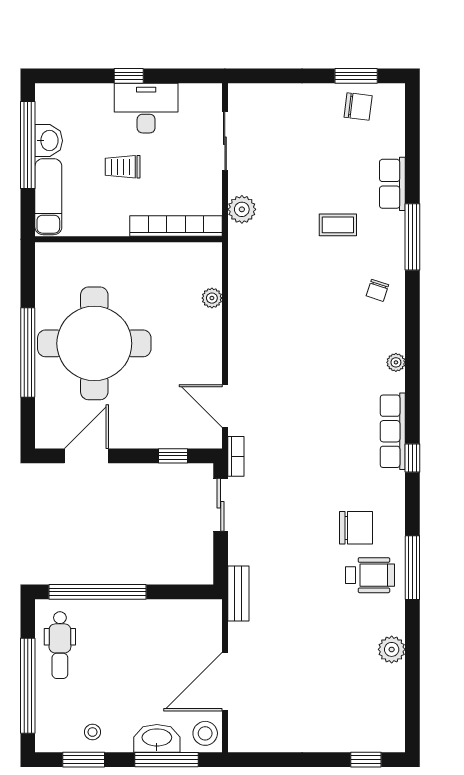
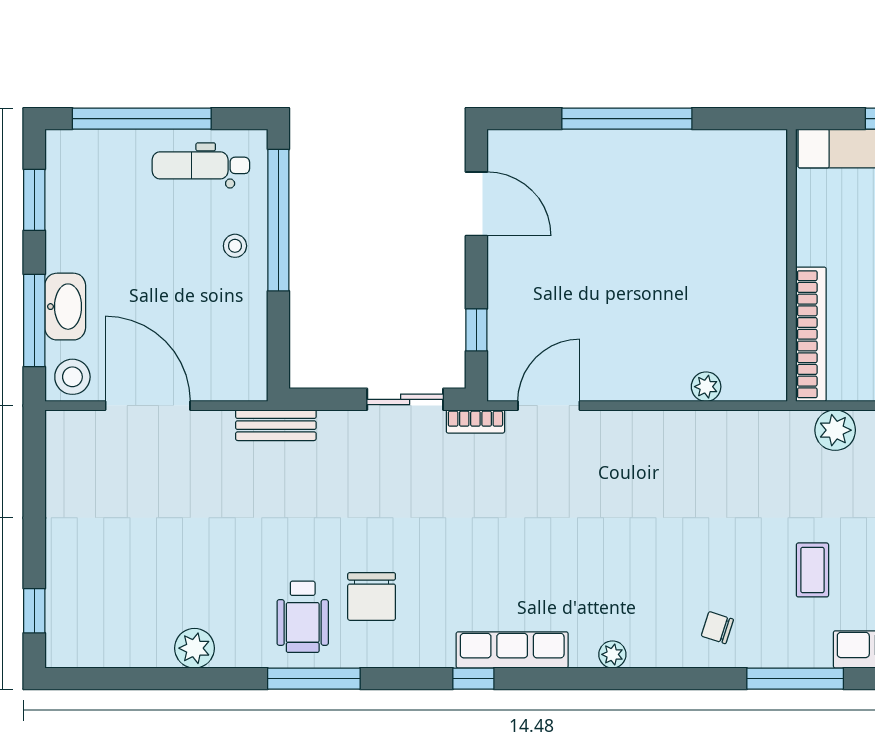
round table: (94, 343) -> (640, 215), removed
stool: (93, 732) -> (235, 246), moved

